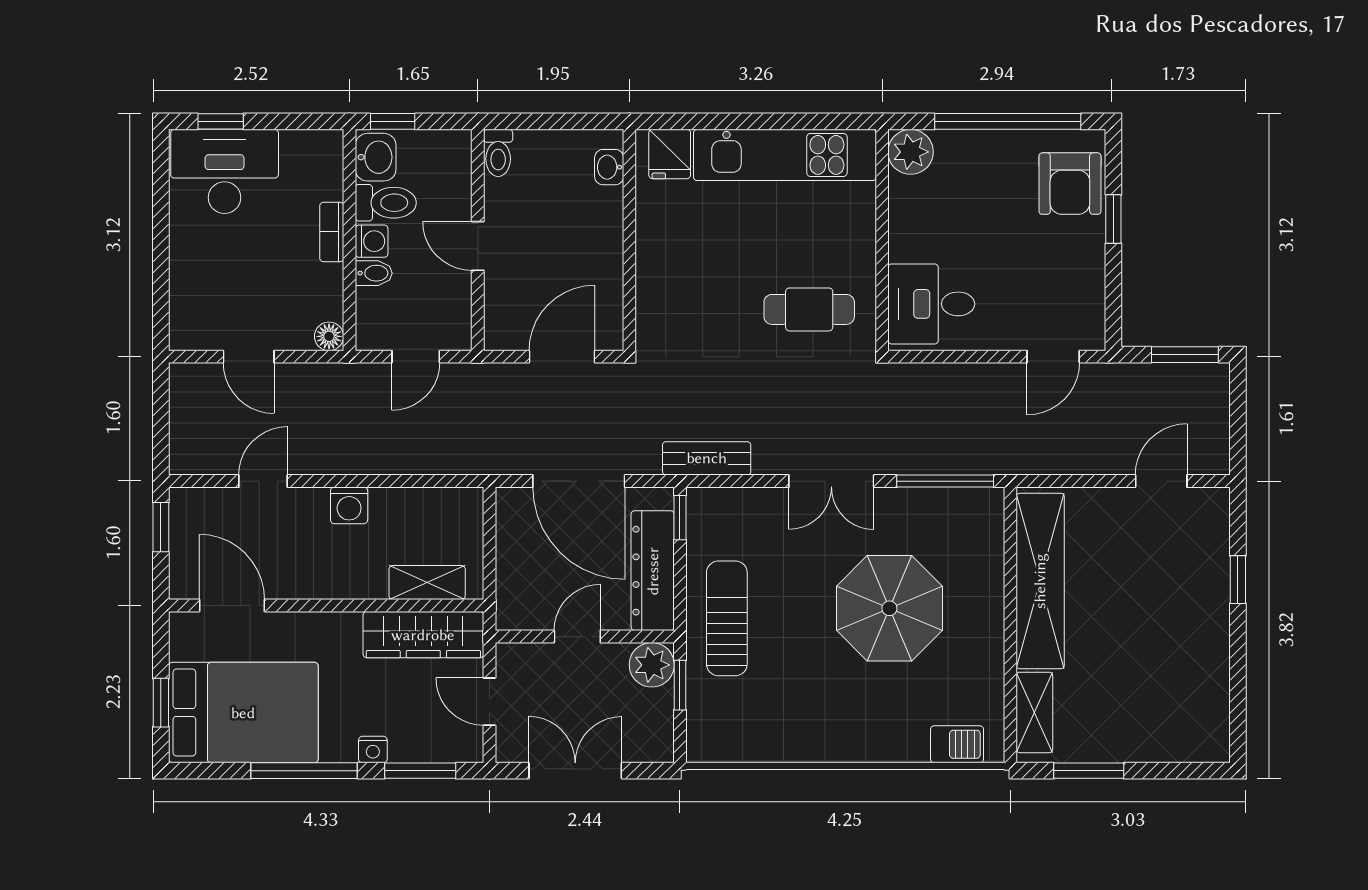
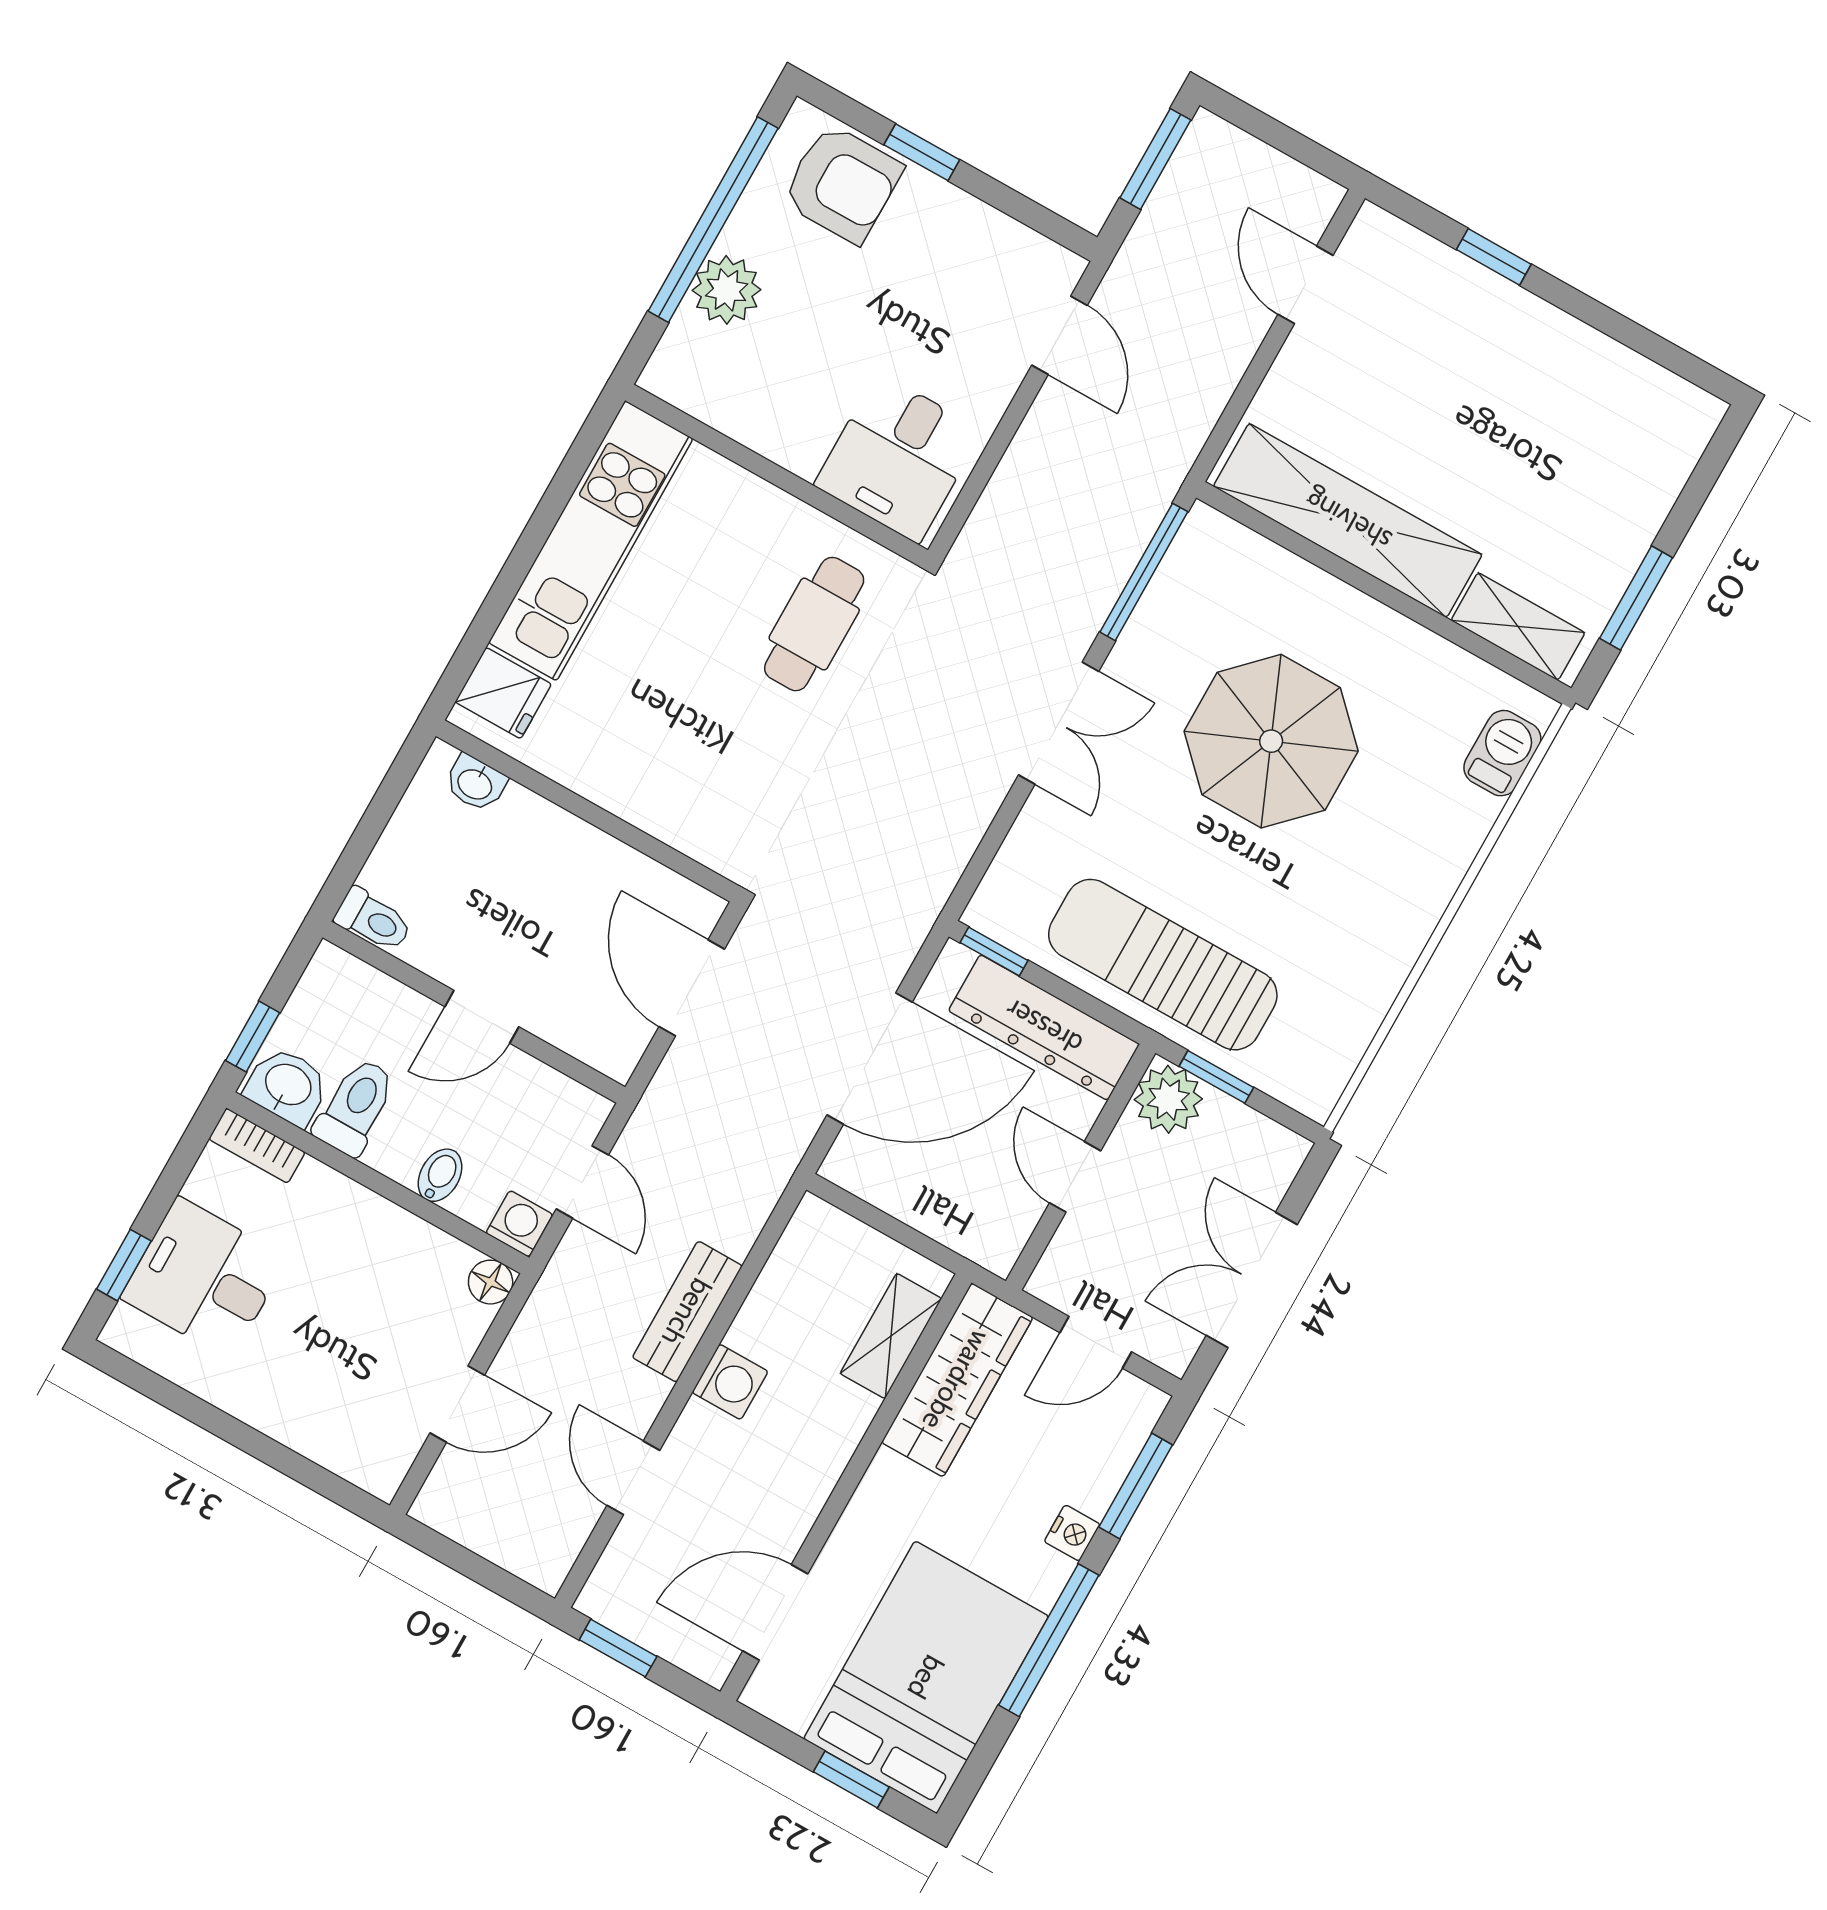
plant: (911, 152) -> (727, 290), moved
desk: (225, 171) -> (204, 1278), width x0.73
bookcase: (332, 232) -> (257, 1146), moved
washing machine: (372, 241) -> (519, 1224), moved
bench: (707, 458) -> (687, 1312), moved
sun lounger: (727, 618) -> (1163, 965), width x1.36, depth x1.34

